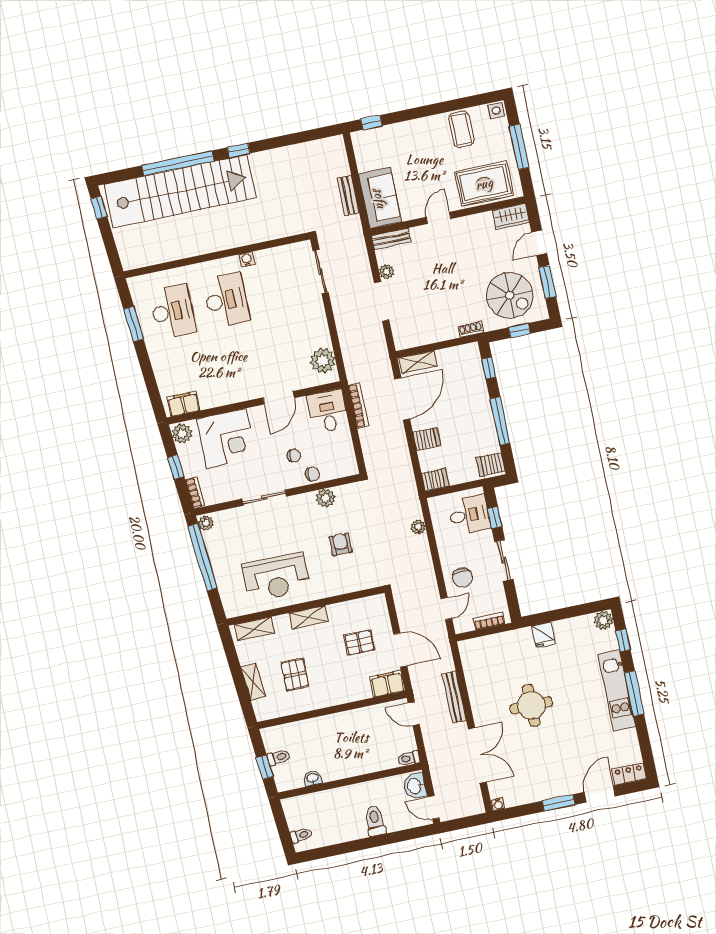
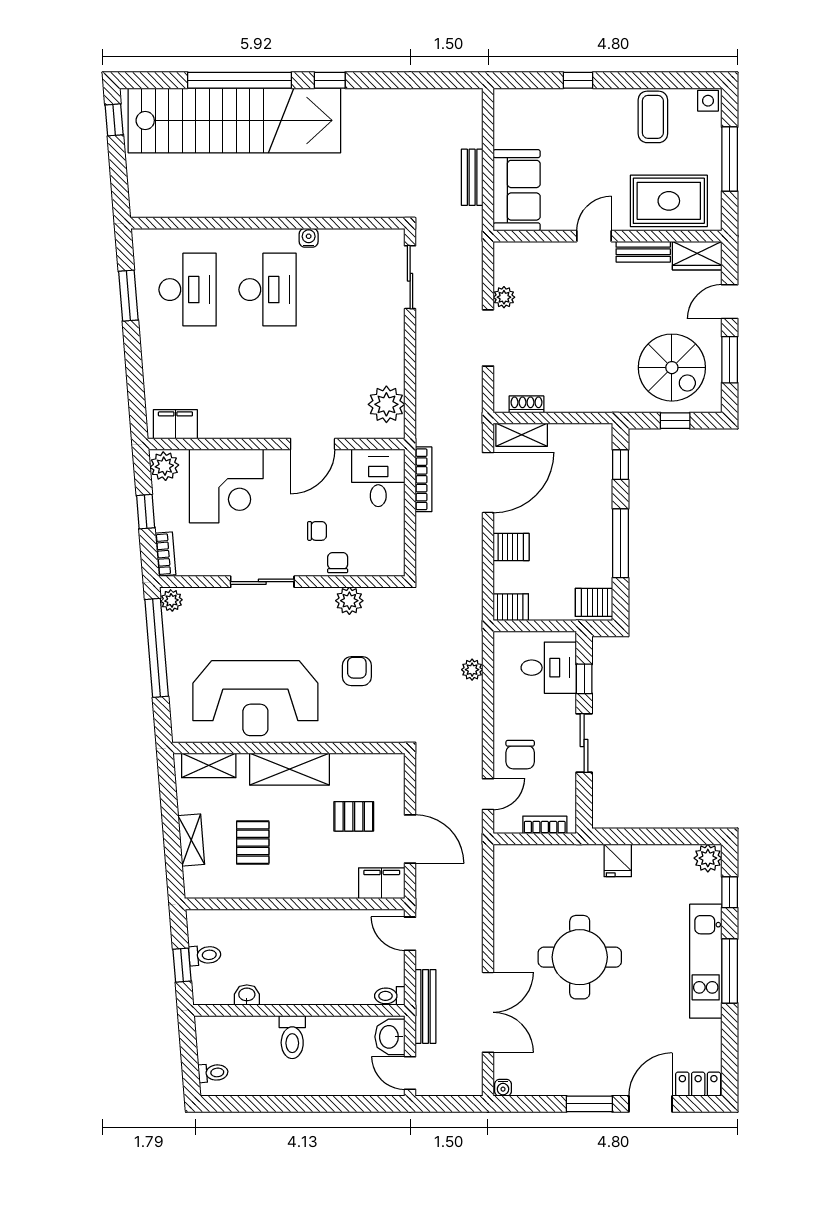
window: (372, 122) -> (578, 80), moved
bench: (391, 239) -> (643, 252), moved
shoe rack: (471, 329) -> (526, 404), moved
chair: (312, 474) -> (338, 563), turned -90
reception desk: (276, 577) -> (255, 698), width x1.36, depth x1.30
shelving: (309, 617) -> (289, 769), width x1.50, depth x1.33
bench: (454, 697) -> (426, 1006), moved
round table: (531, 705) -> (580, 957), width x1.36, depth x1.36
toilet: (375, 821) -> (292, 1037), moved, turned 180

